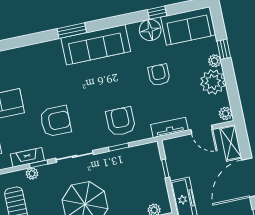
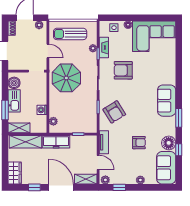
window: (72, 31) -> (179, 118), moved
sofa: (96, 45) -> (167, 101), width x0.73
window: (224, 49) -> (119, 187), moved
plant: (213, 82) -> (127, 176), removed
armchair: (55, 121) -> (123, 70), turned 90
armchair: (121, 121) -> (114, 112), turned 58
door: (202, 130) -> (98, 162), swing flipped

